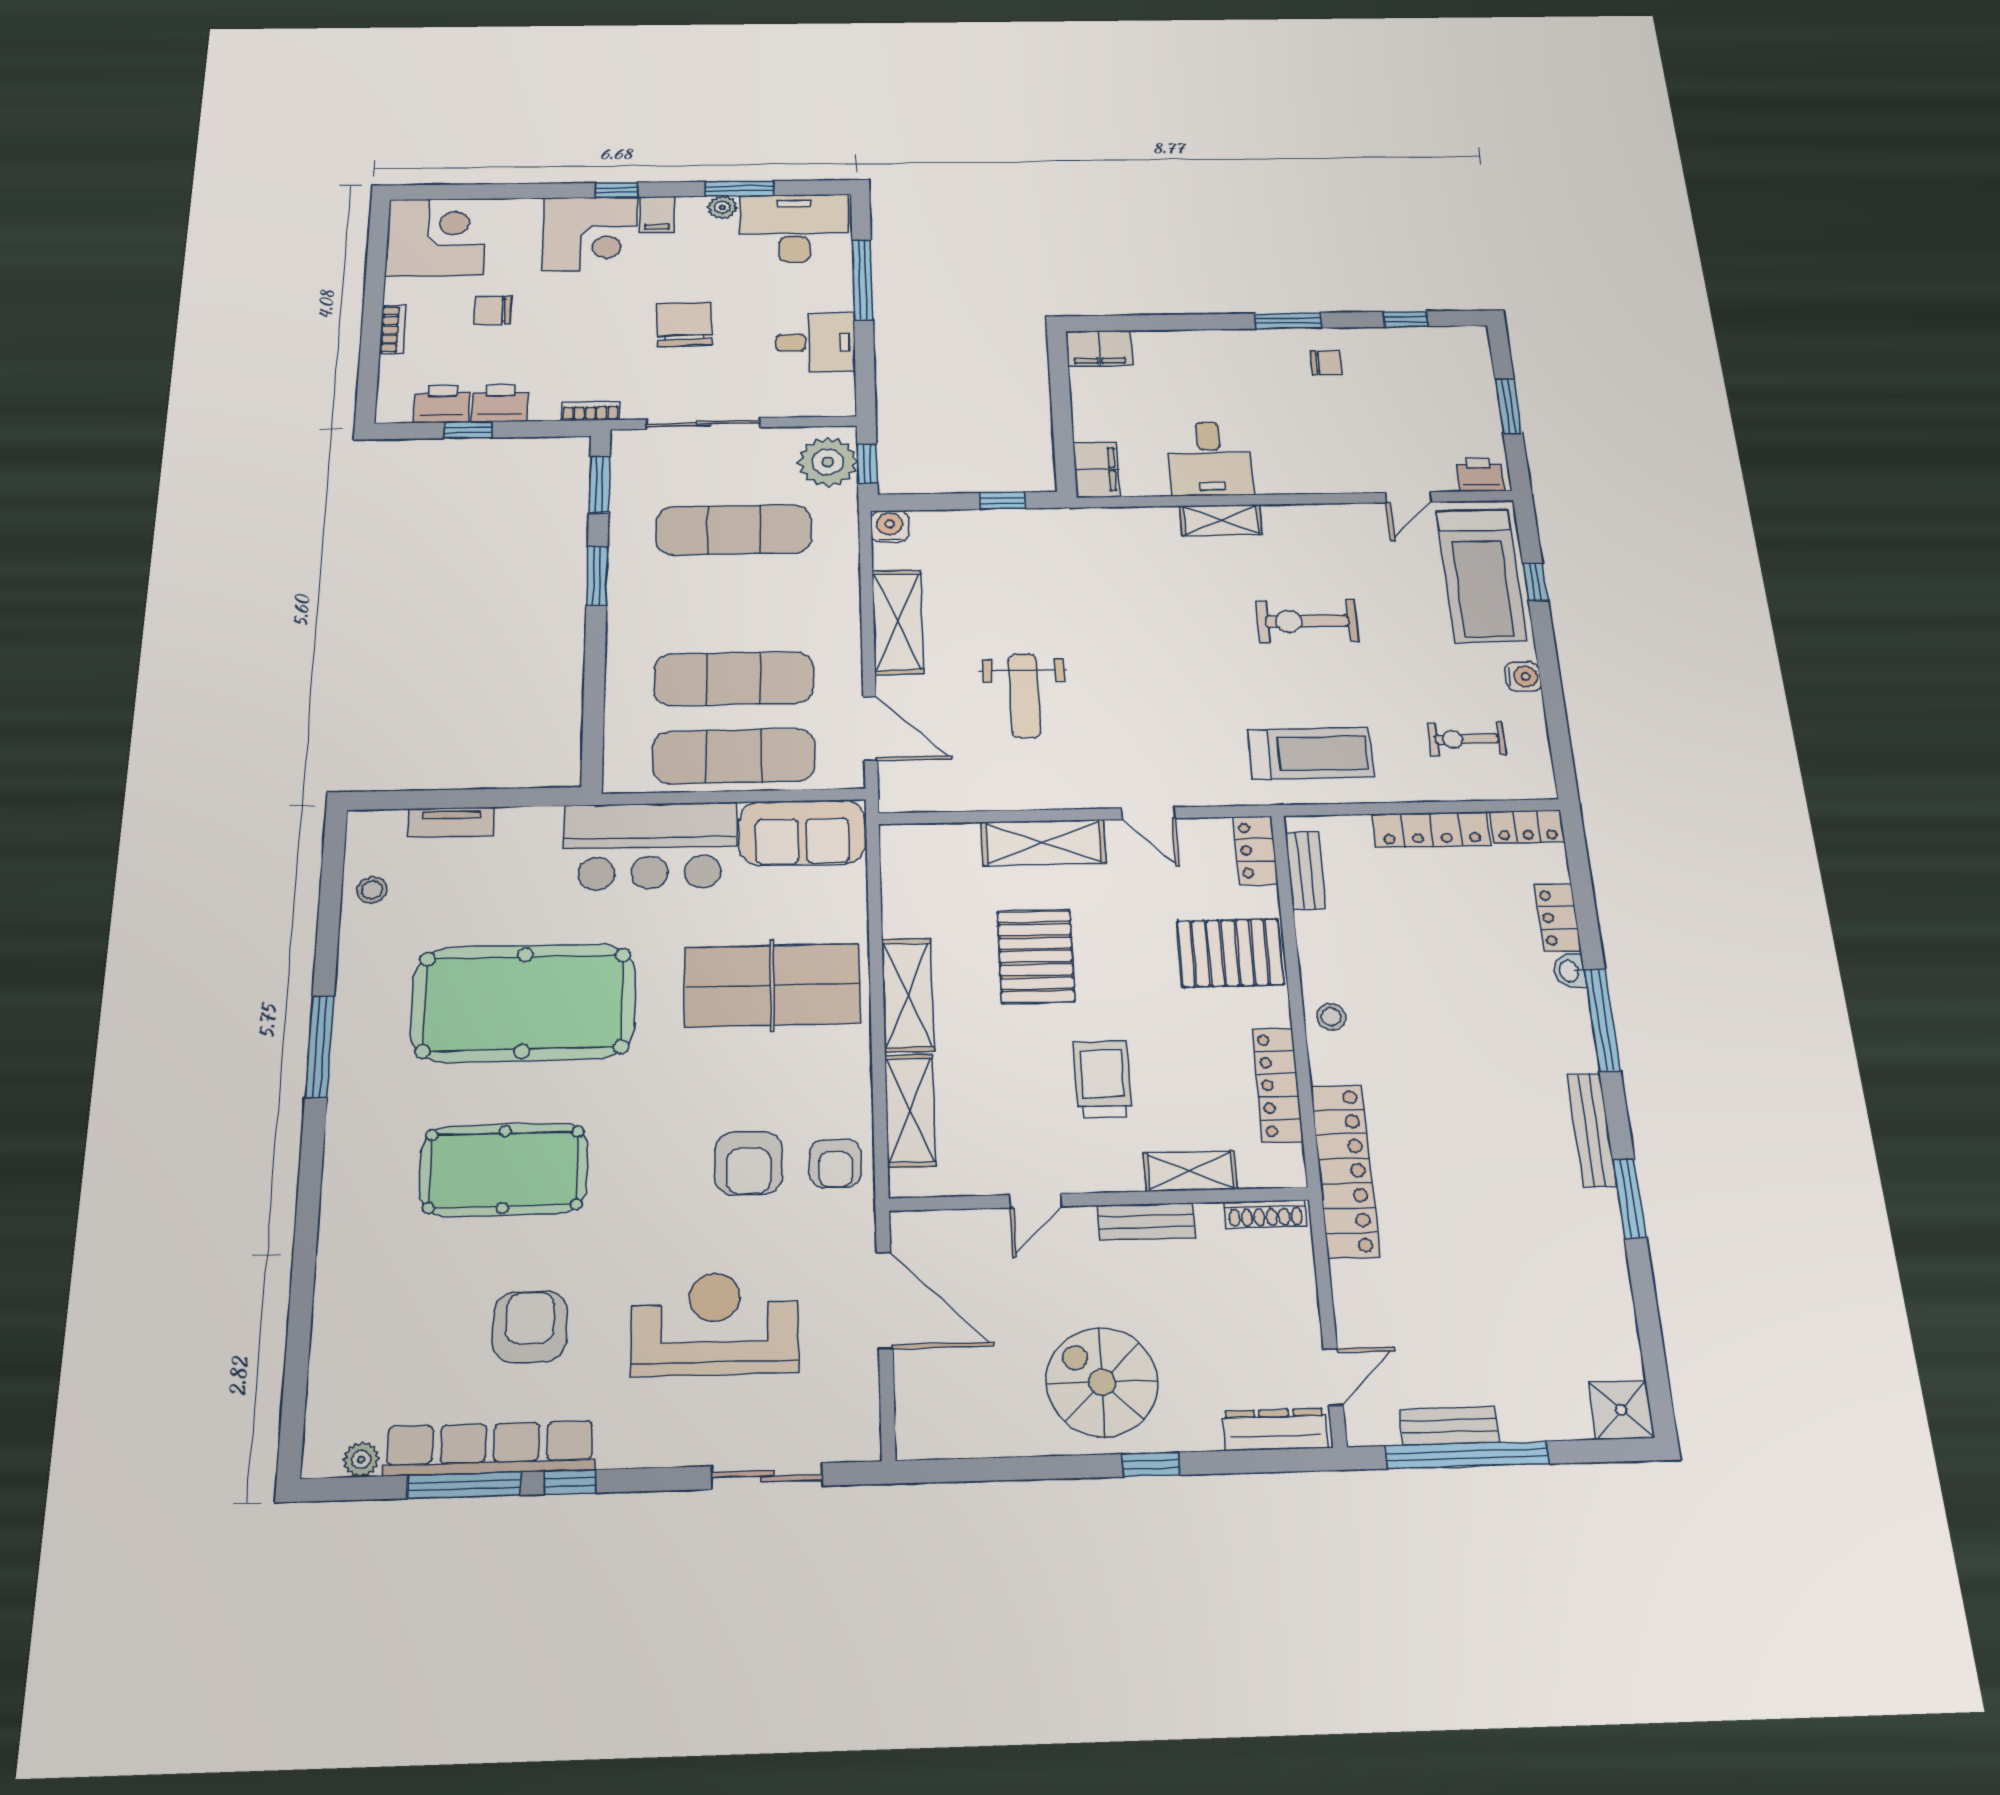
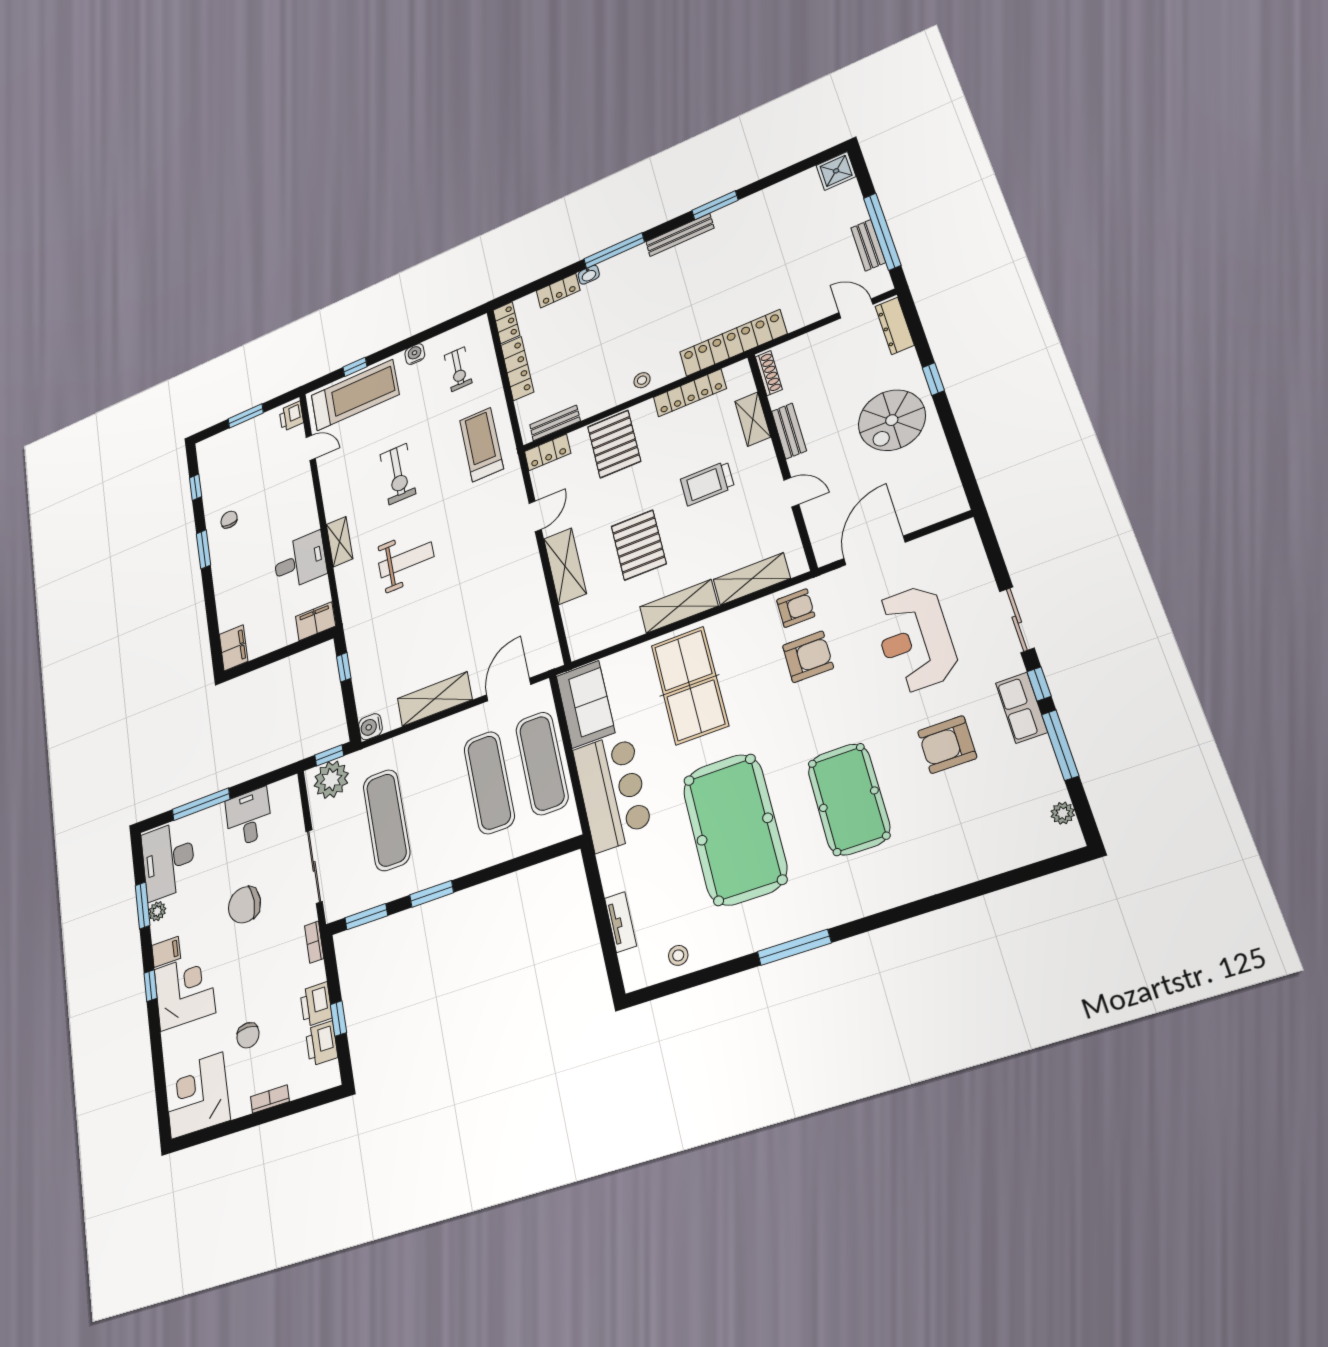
weight bench: (1024, 696) -> (406, 560), moved
pallet: (1036, 956) -> (639, 545), turned 90
row of seats: (490, 1448) -> (1021, 708), width x0.50
sliding door: (767, 1476) -> (1017, 620), moved

